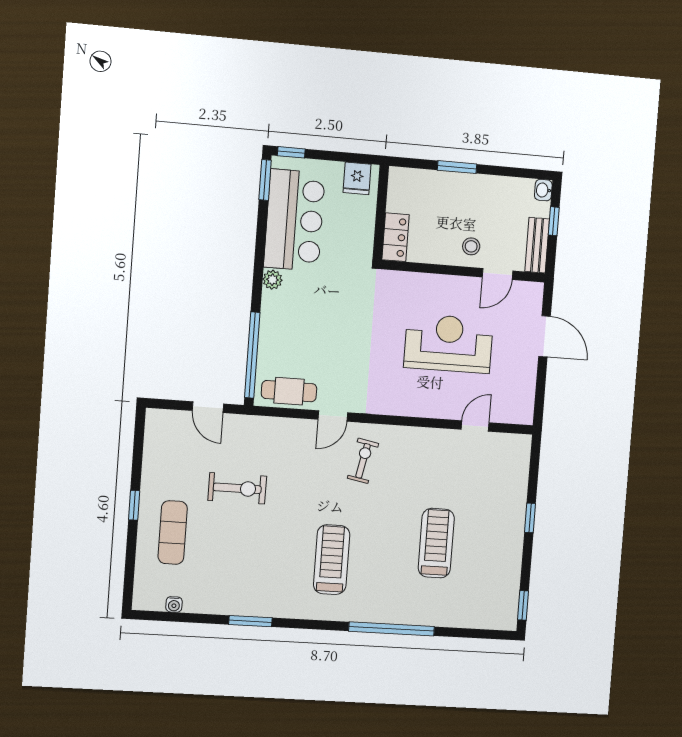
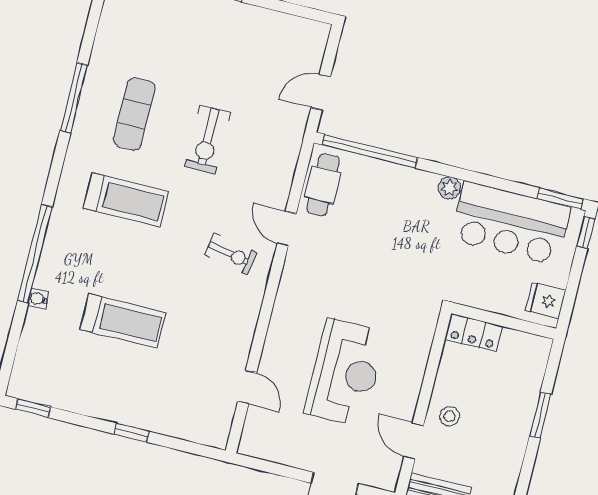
exercise bike: (237, 488) -> (207, 140), moved
exercise mat: (173, 532) -> (134, 114), moved, turned 90
water cooler: (174, 604) -> (38, 299), moved
window: (250, 621) -> (74, 98), width x1.44

